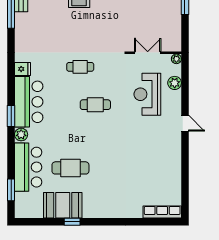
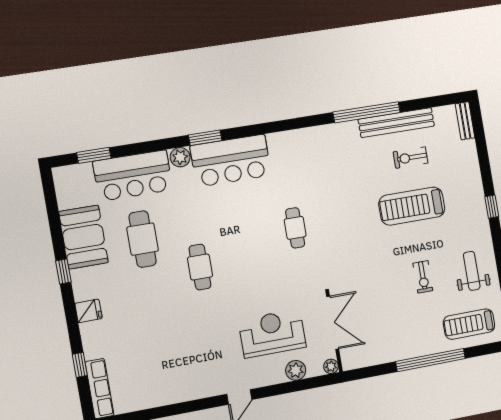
double door: (148, 53) -> (333, 323), width x1.37
fridge: (22, 69) -> (88, 311), moved, turned -90
cafe table: (95, 105) -> (200, 267), moved
window: (72, 222) -> (63, 272), moved
window: (145, 222) -> (80, 365), added

